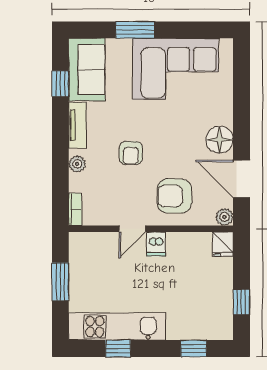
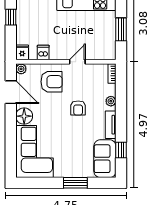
corner sofa: (176, 69) -> (34, 152), moved, turned 90
armchair: (131, 153) -> (78, 108), turned 180
dishwasher: (156, 244) -> (43, 52), moved

